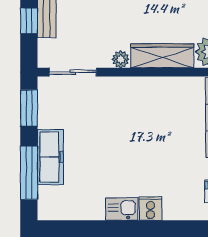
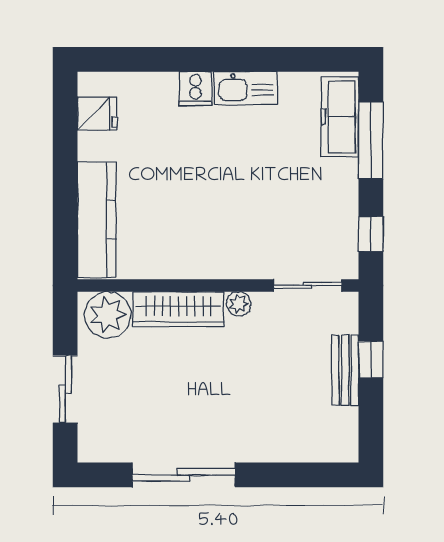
window: (29, 108) -> (371, 234), width x0.67
freezer: (50, 157) -> (340, 117), moved
kitchen sink: (122, 209) -> (246, 88), width x1.38

